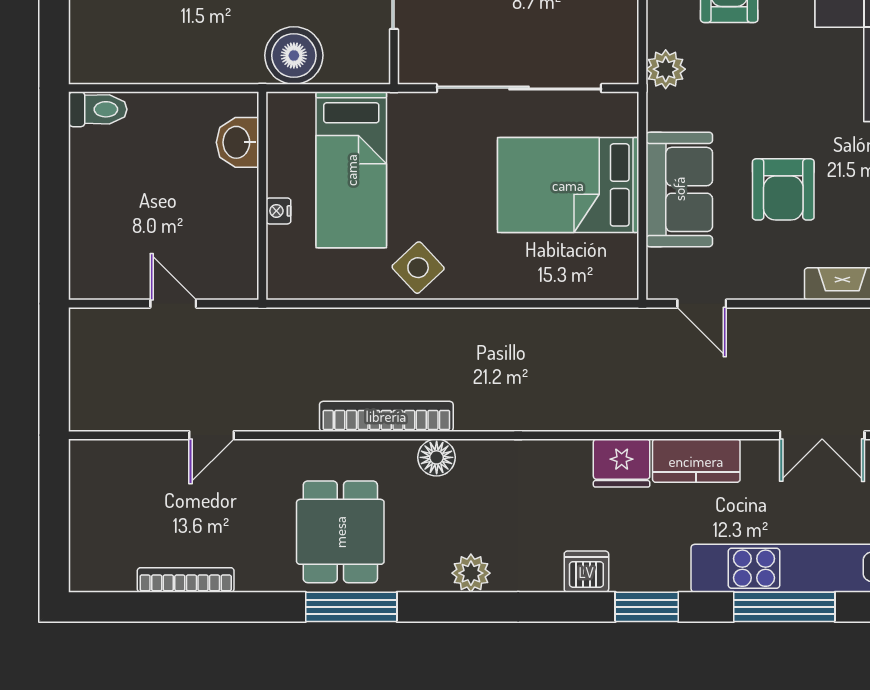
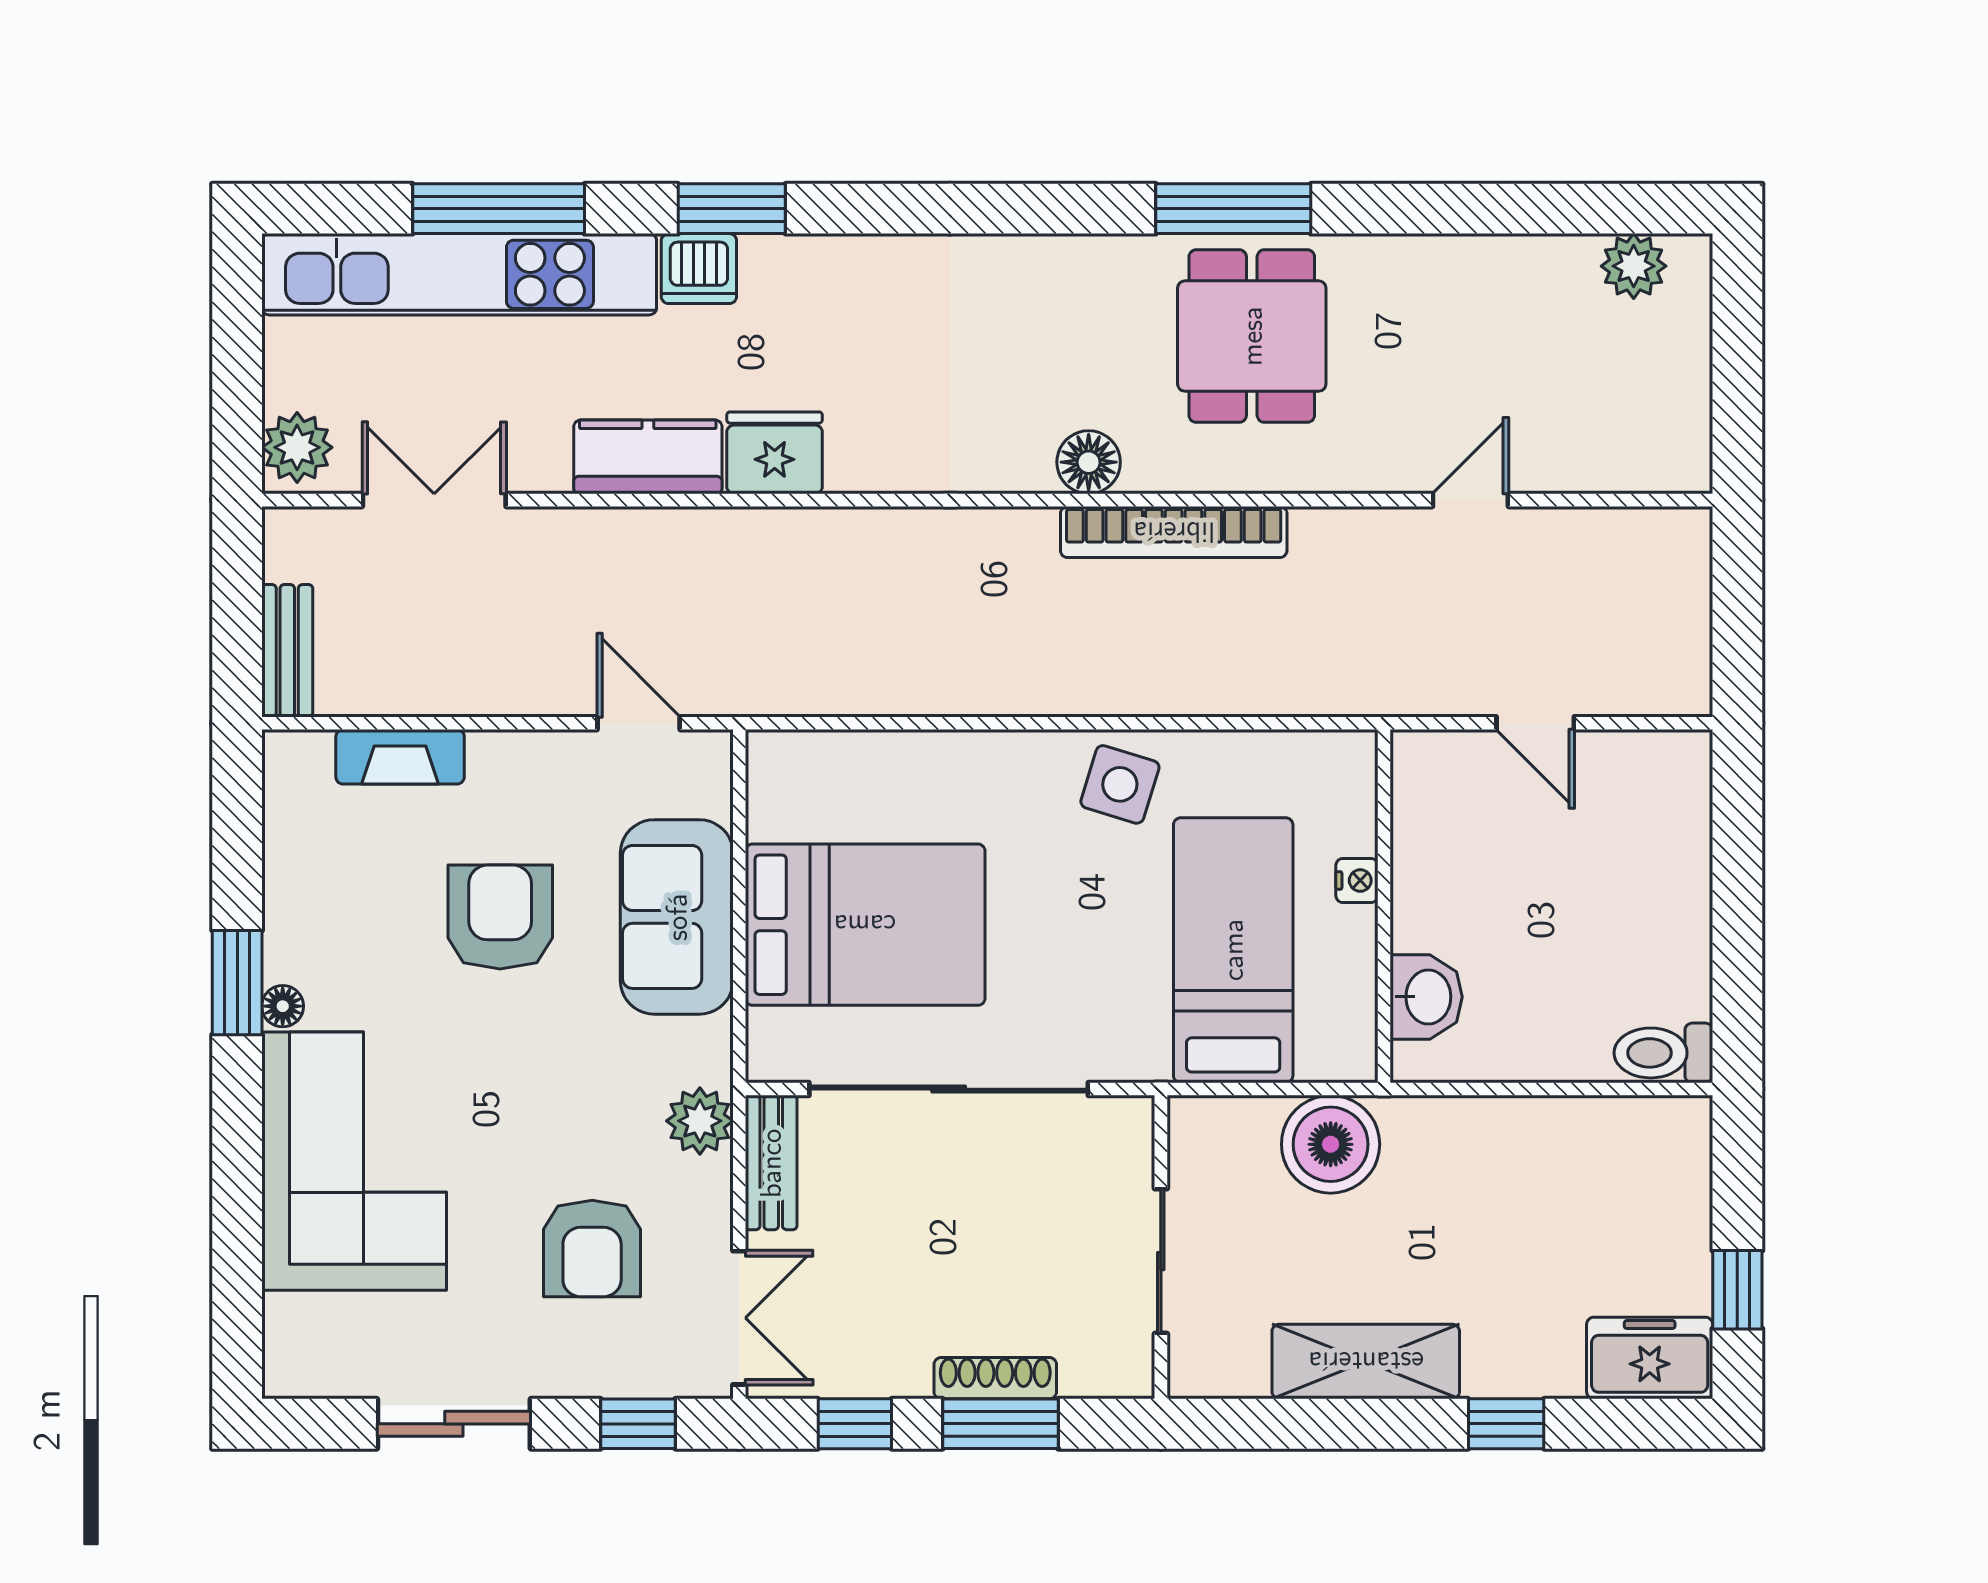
bench: (624, 45) -> (771, 1163), added
side table: (418, 268) -> (1120, 784), turned -30
dishwasher: (586, 572) -> (699, 269), moved
plant: (471, 573) -> (1634, 266), moved
bookcase: (186, 580) -> (1514, 254), removed

